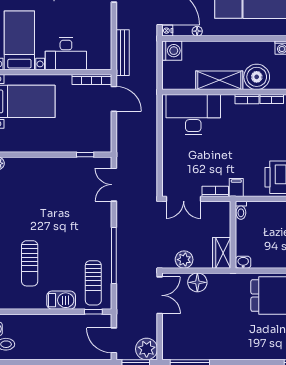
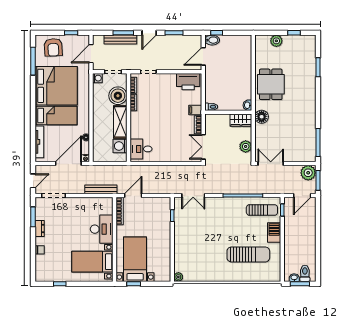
washing machine: (172, 51) -> (120, 146), moved, turned -90
desk: (193, 115) -> (141, 149), width x0.53, depth x0.77
double door: (184, 199) -> (203, 147), swing flipped
sun lounger: (30, 263) -> (248, 254), width x1.36, depth x1.34
floor lamp: (197, 282) -> (262, 117), moved

